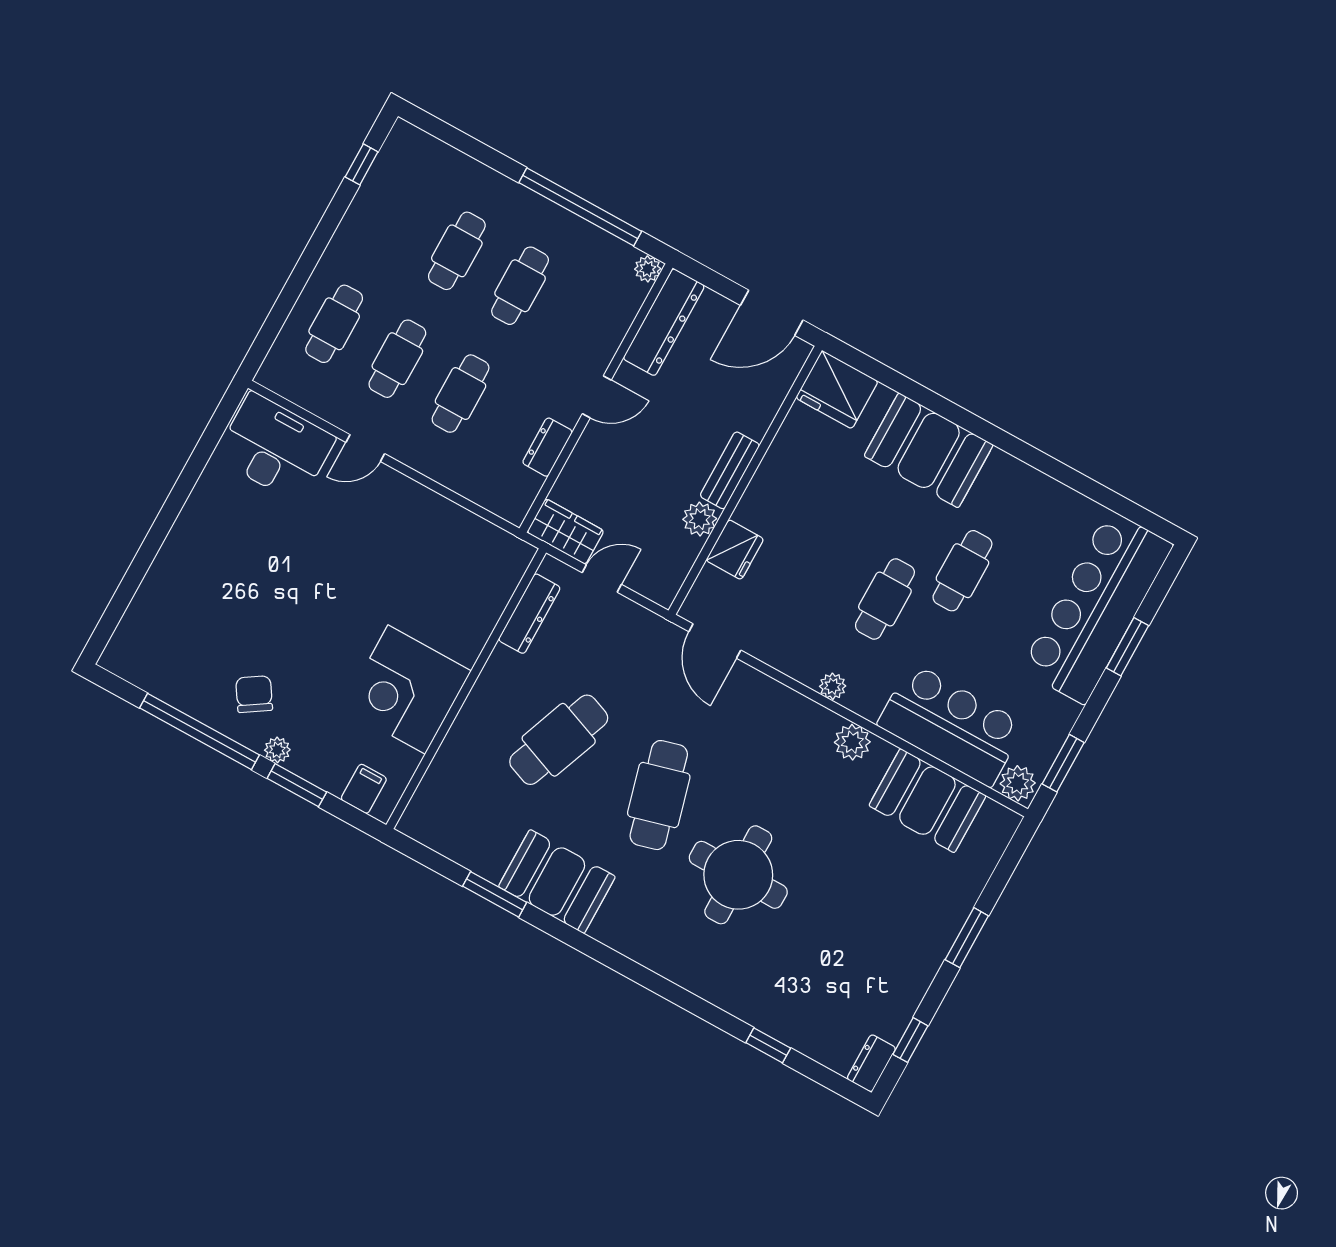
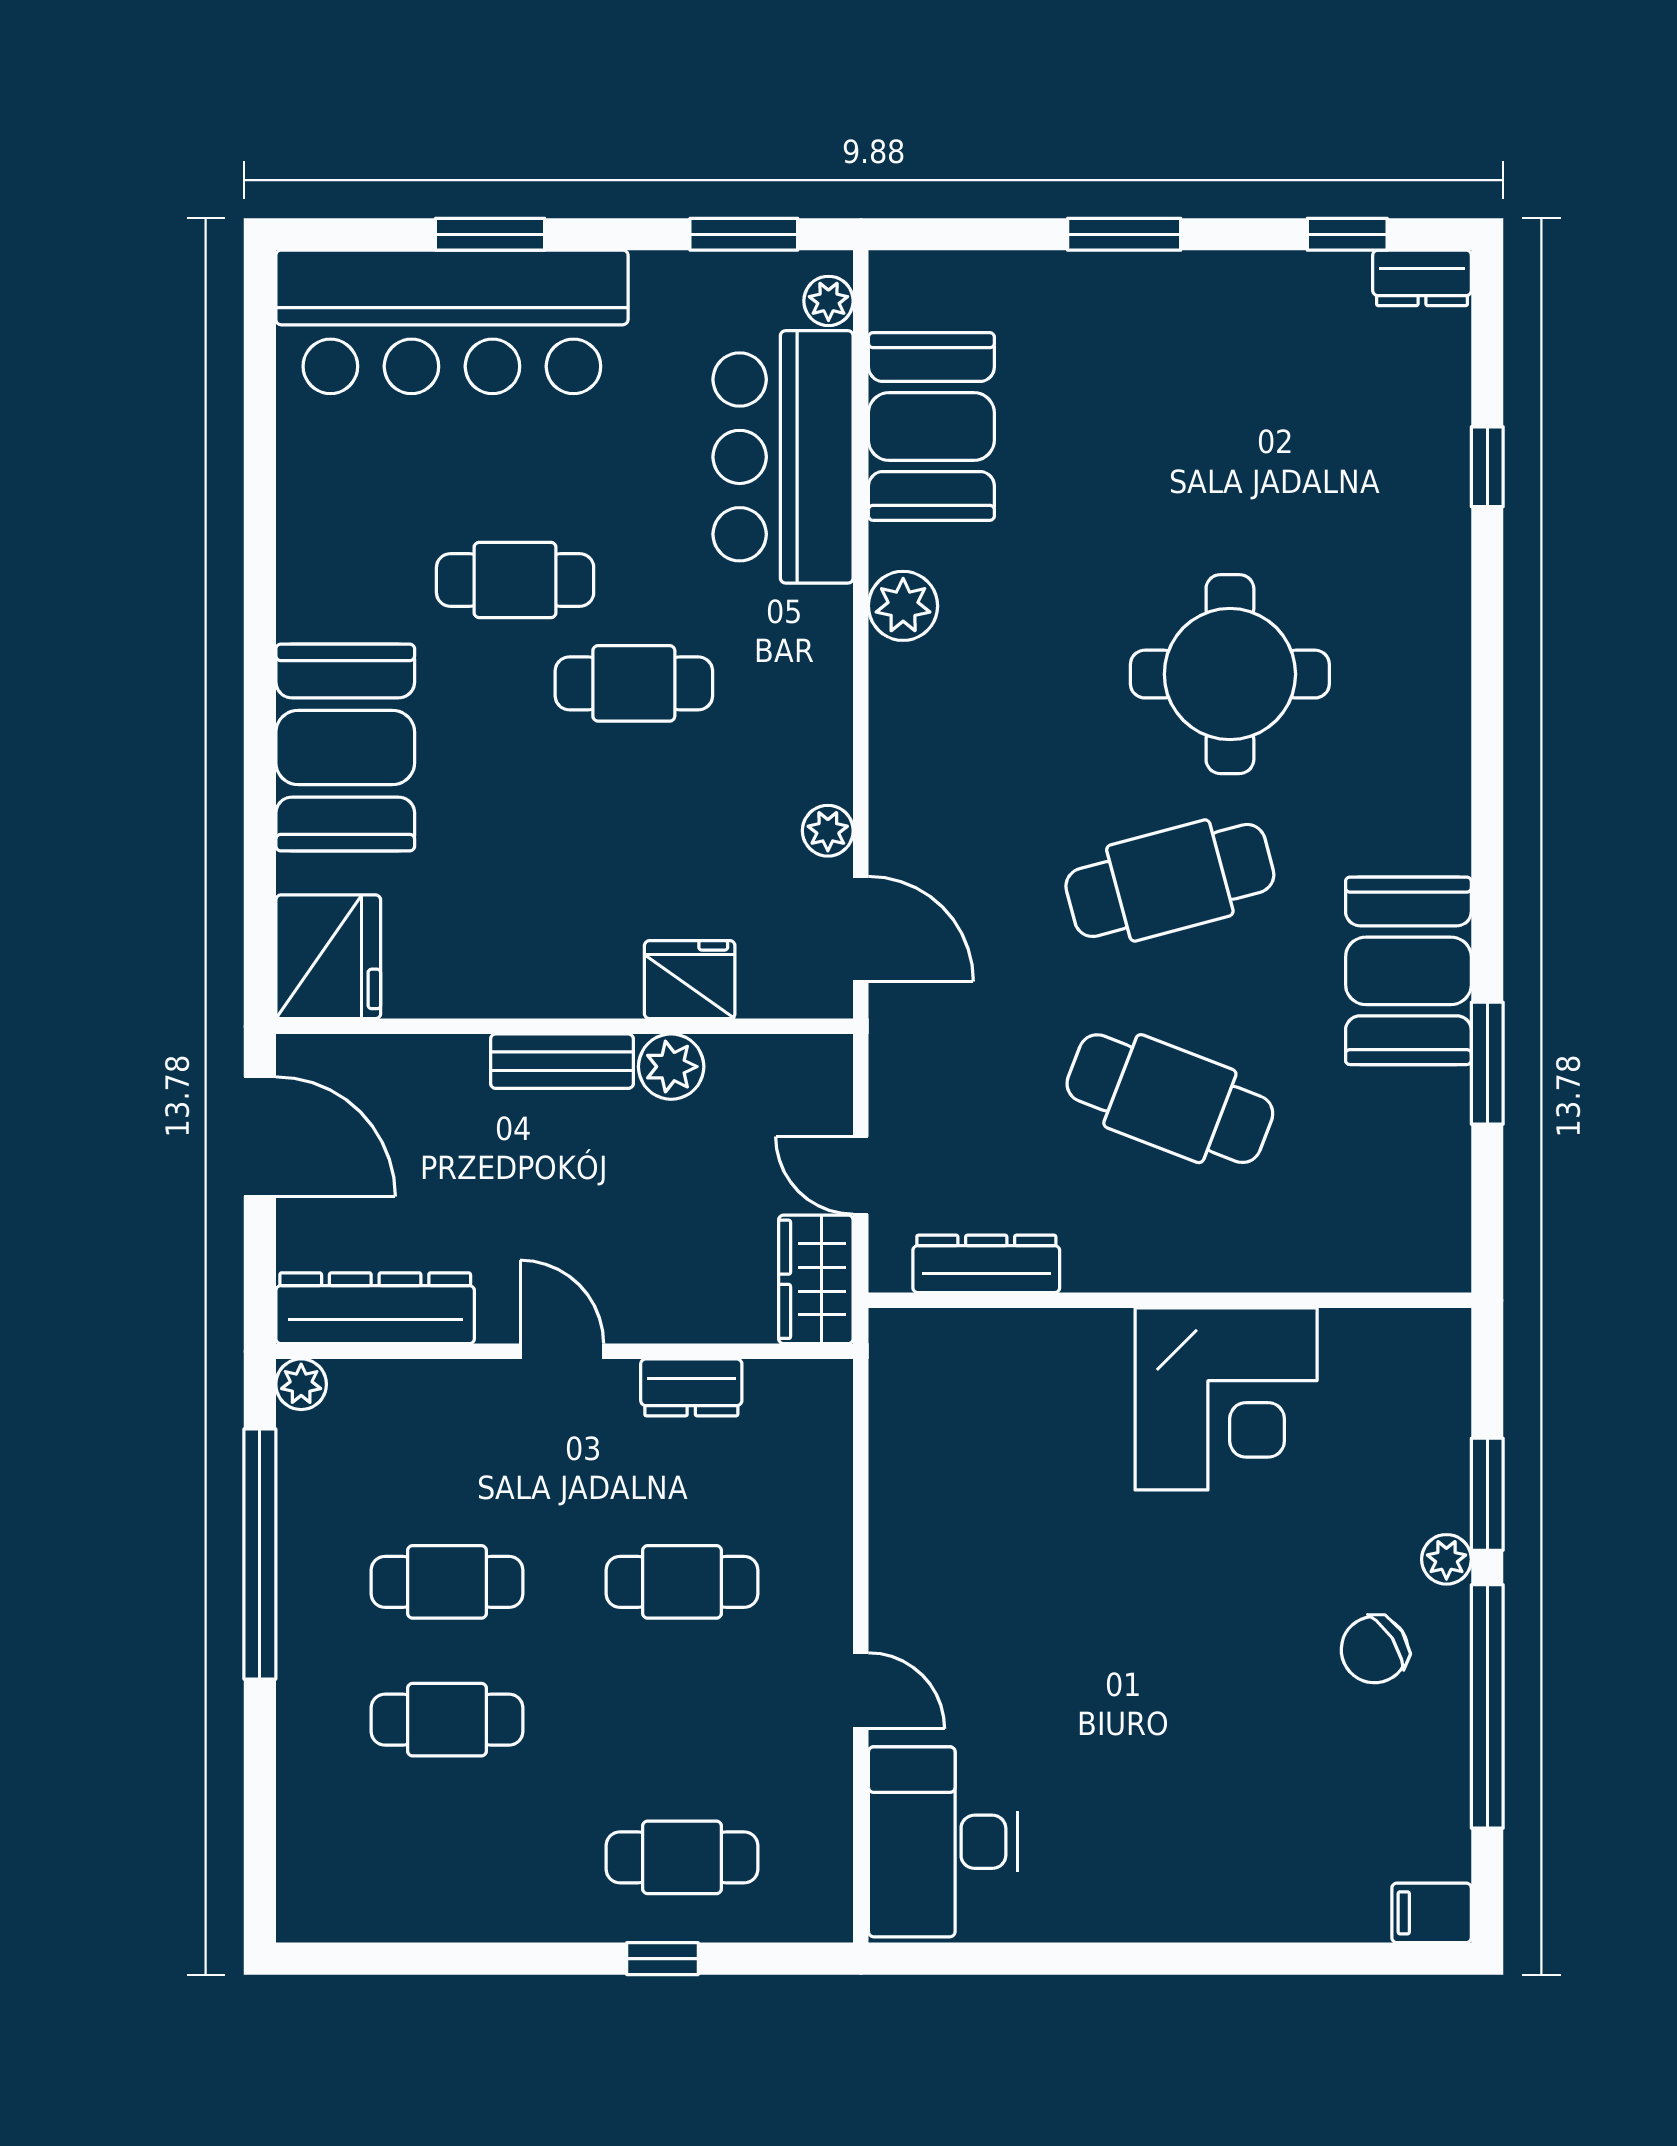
window: (362, 164) -> (662, 1959), moved
cafe table: (397, 359) -> (682, 1720), removed
door: (715, 641) -> (861, 929), hinge flipped
plant: (833, 686) -> (828, 831), moved
plant: (1018, 783) -> (828, 301), width x0.73, depth x0.73
filing cabinet: (364, 789) -> (1432, 1913), moved

